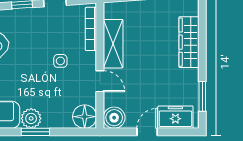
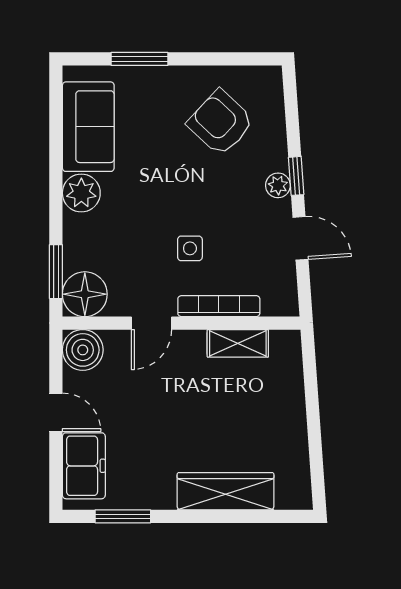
plant: (27, 14) -> (278, 185), added
bookcase: (91, 29) -> (219, 306), moved
shelving: (113, 44) -> (238, 343), width x0.67, depth x0.75
window: (35, 132) -> (56, 272), moved

